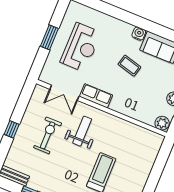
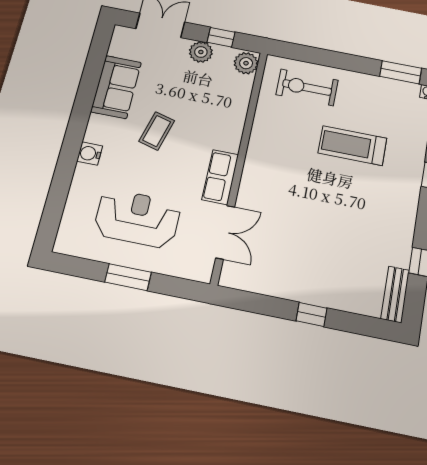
water cooler: (139, 34) -> (90, 154), moved
weight bench: (82, 131) -> (287, 190), removed
exercise bike: (48, 135) -> (307, 87), moved

